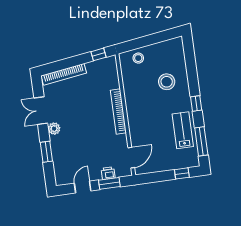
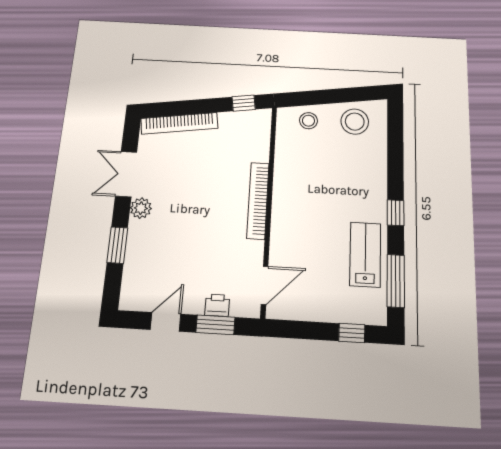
stool: (167, 82) -> (355, 122), moved

